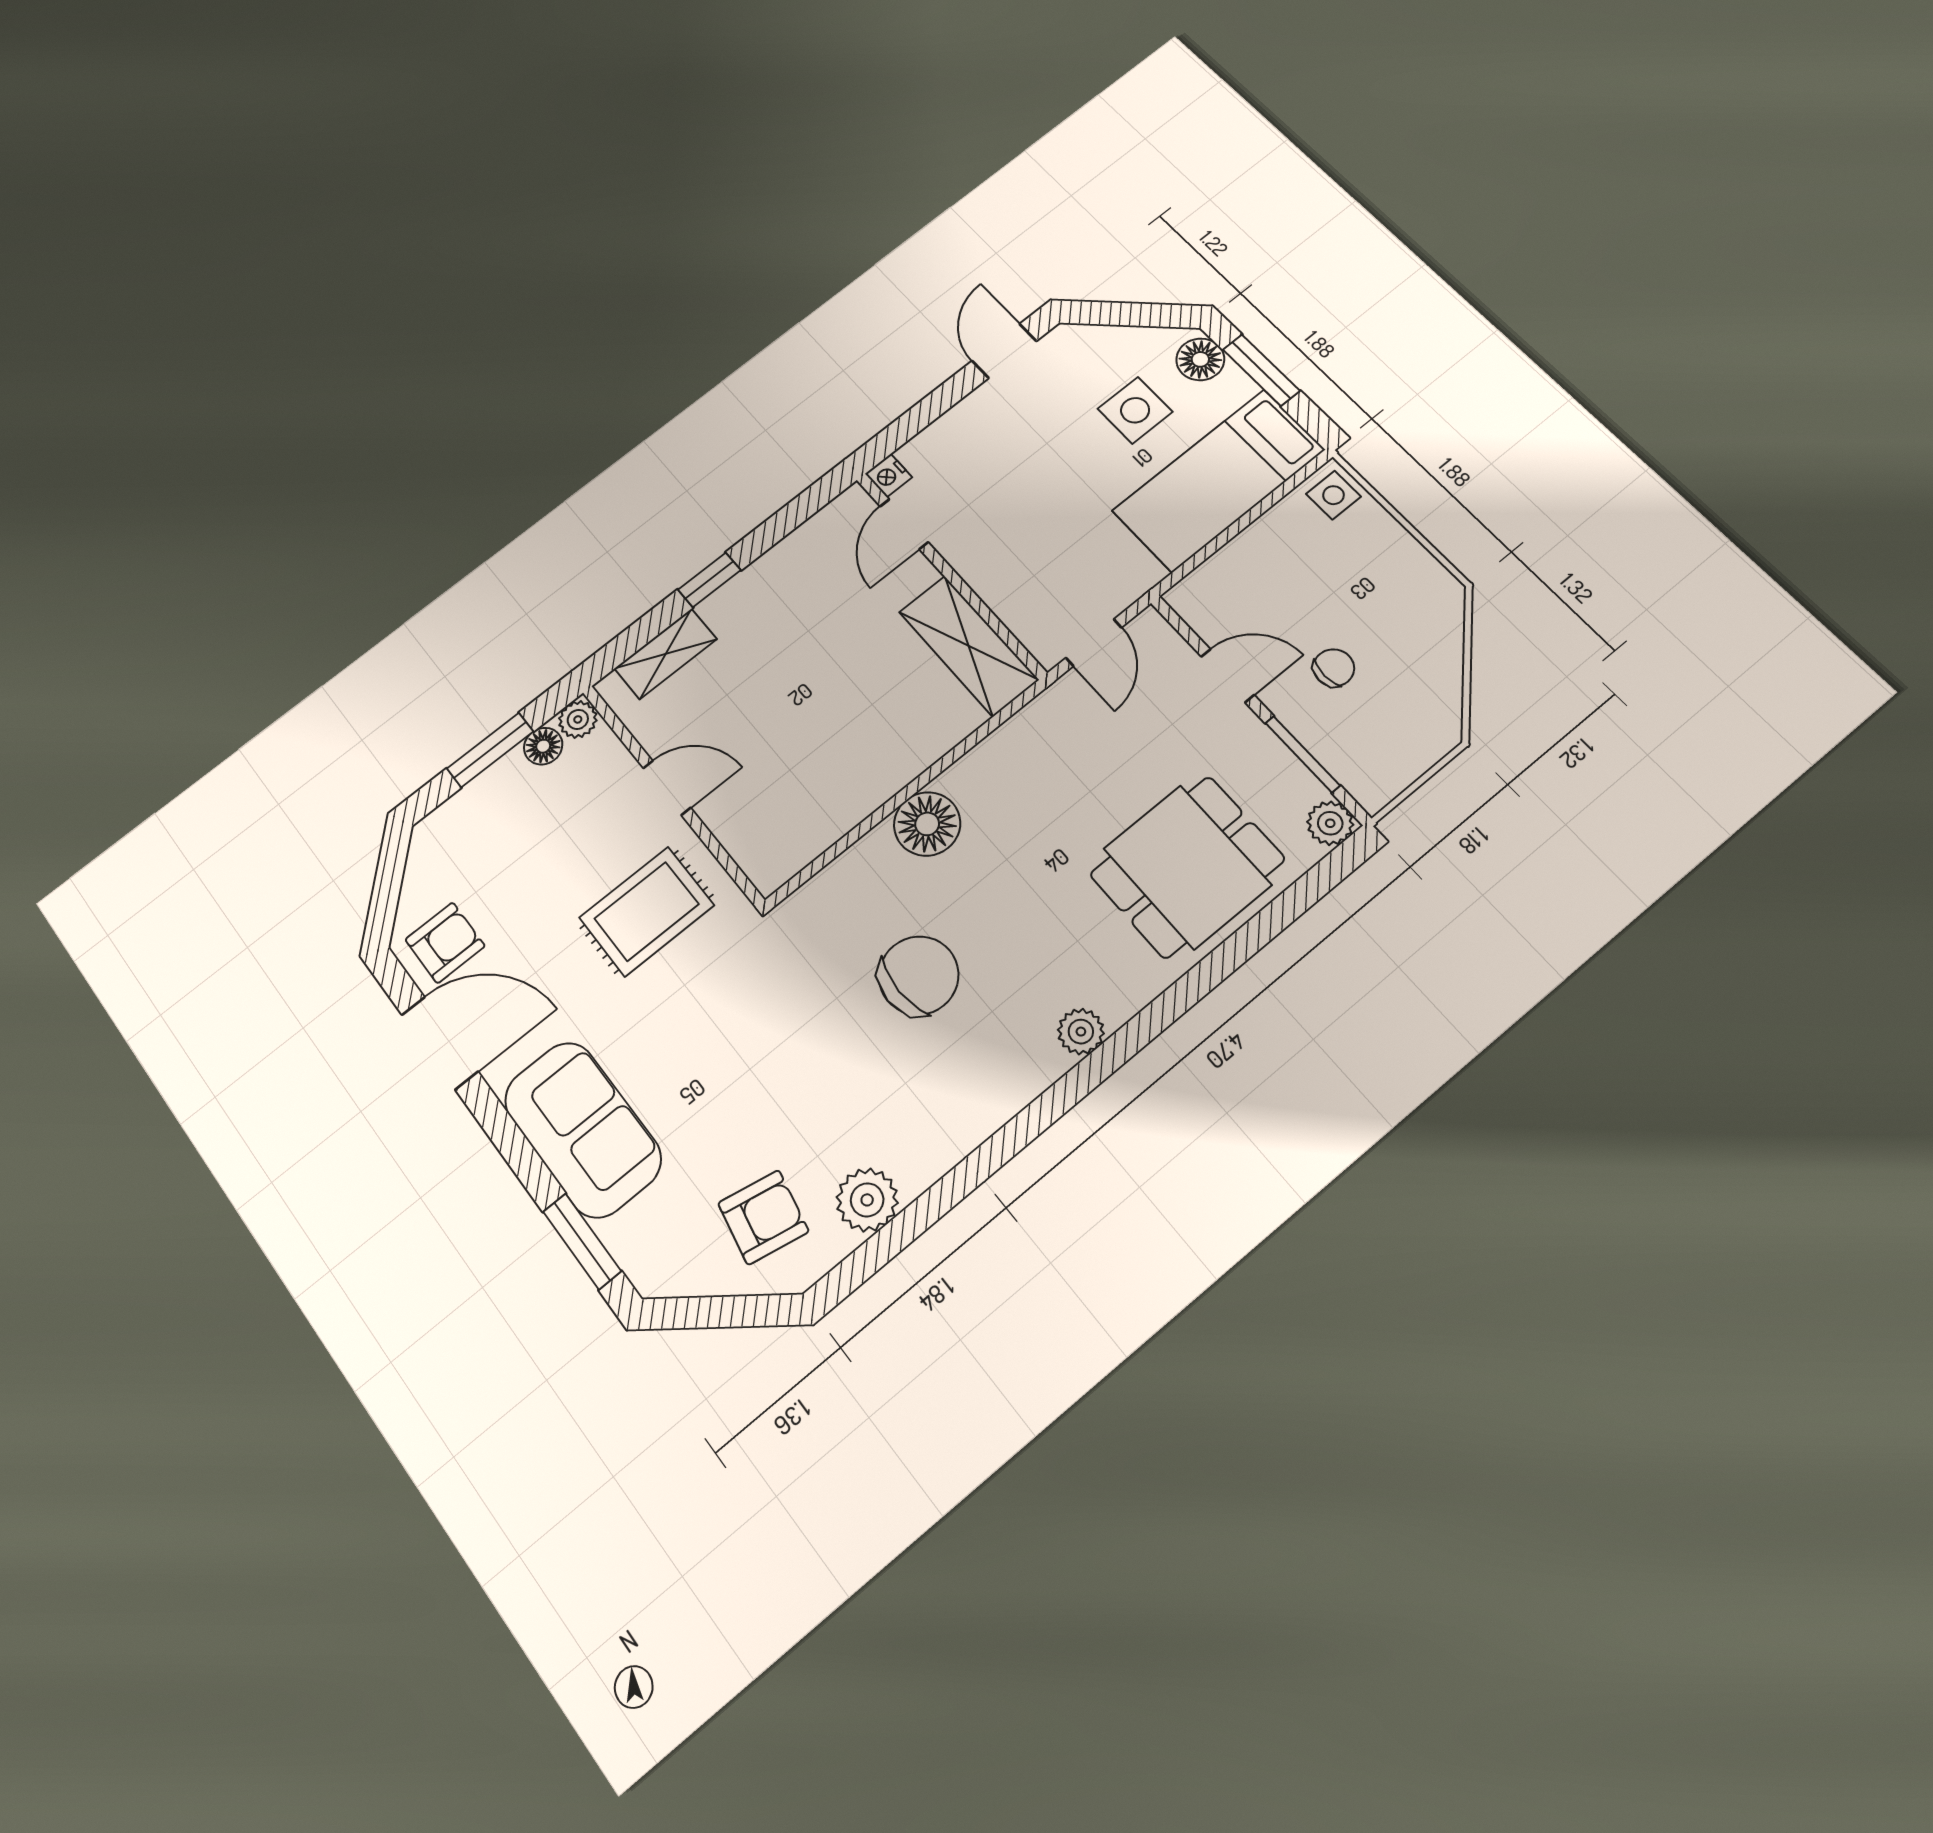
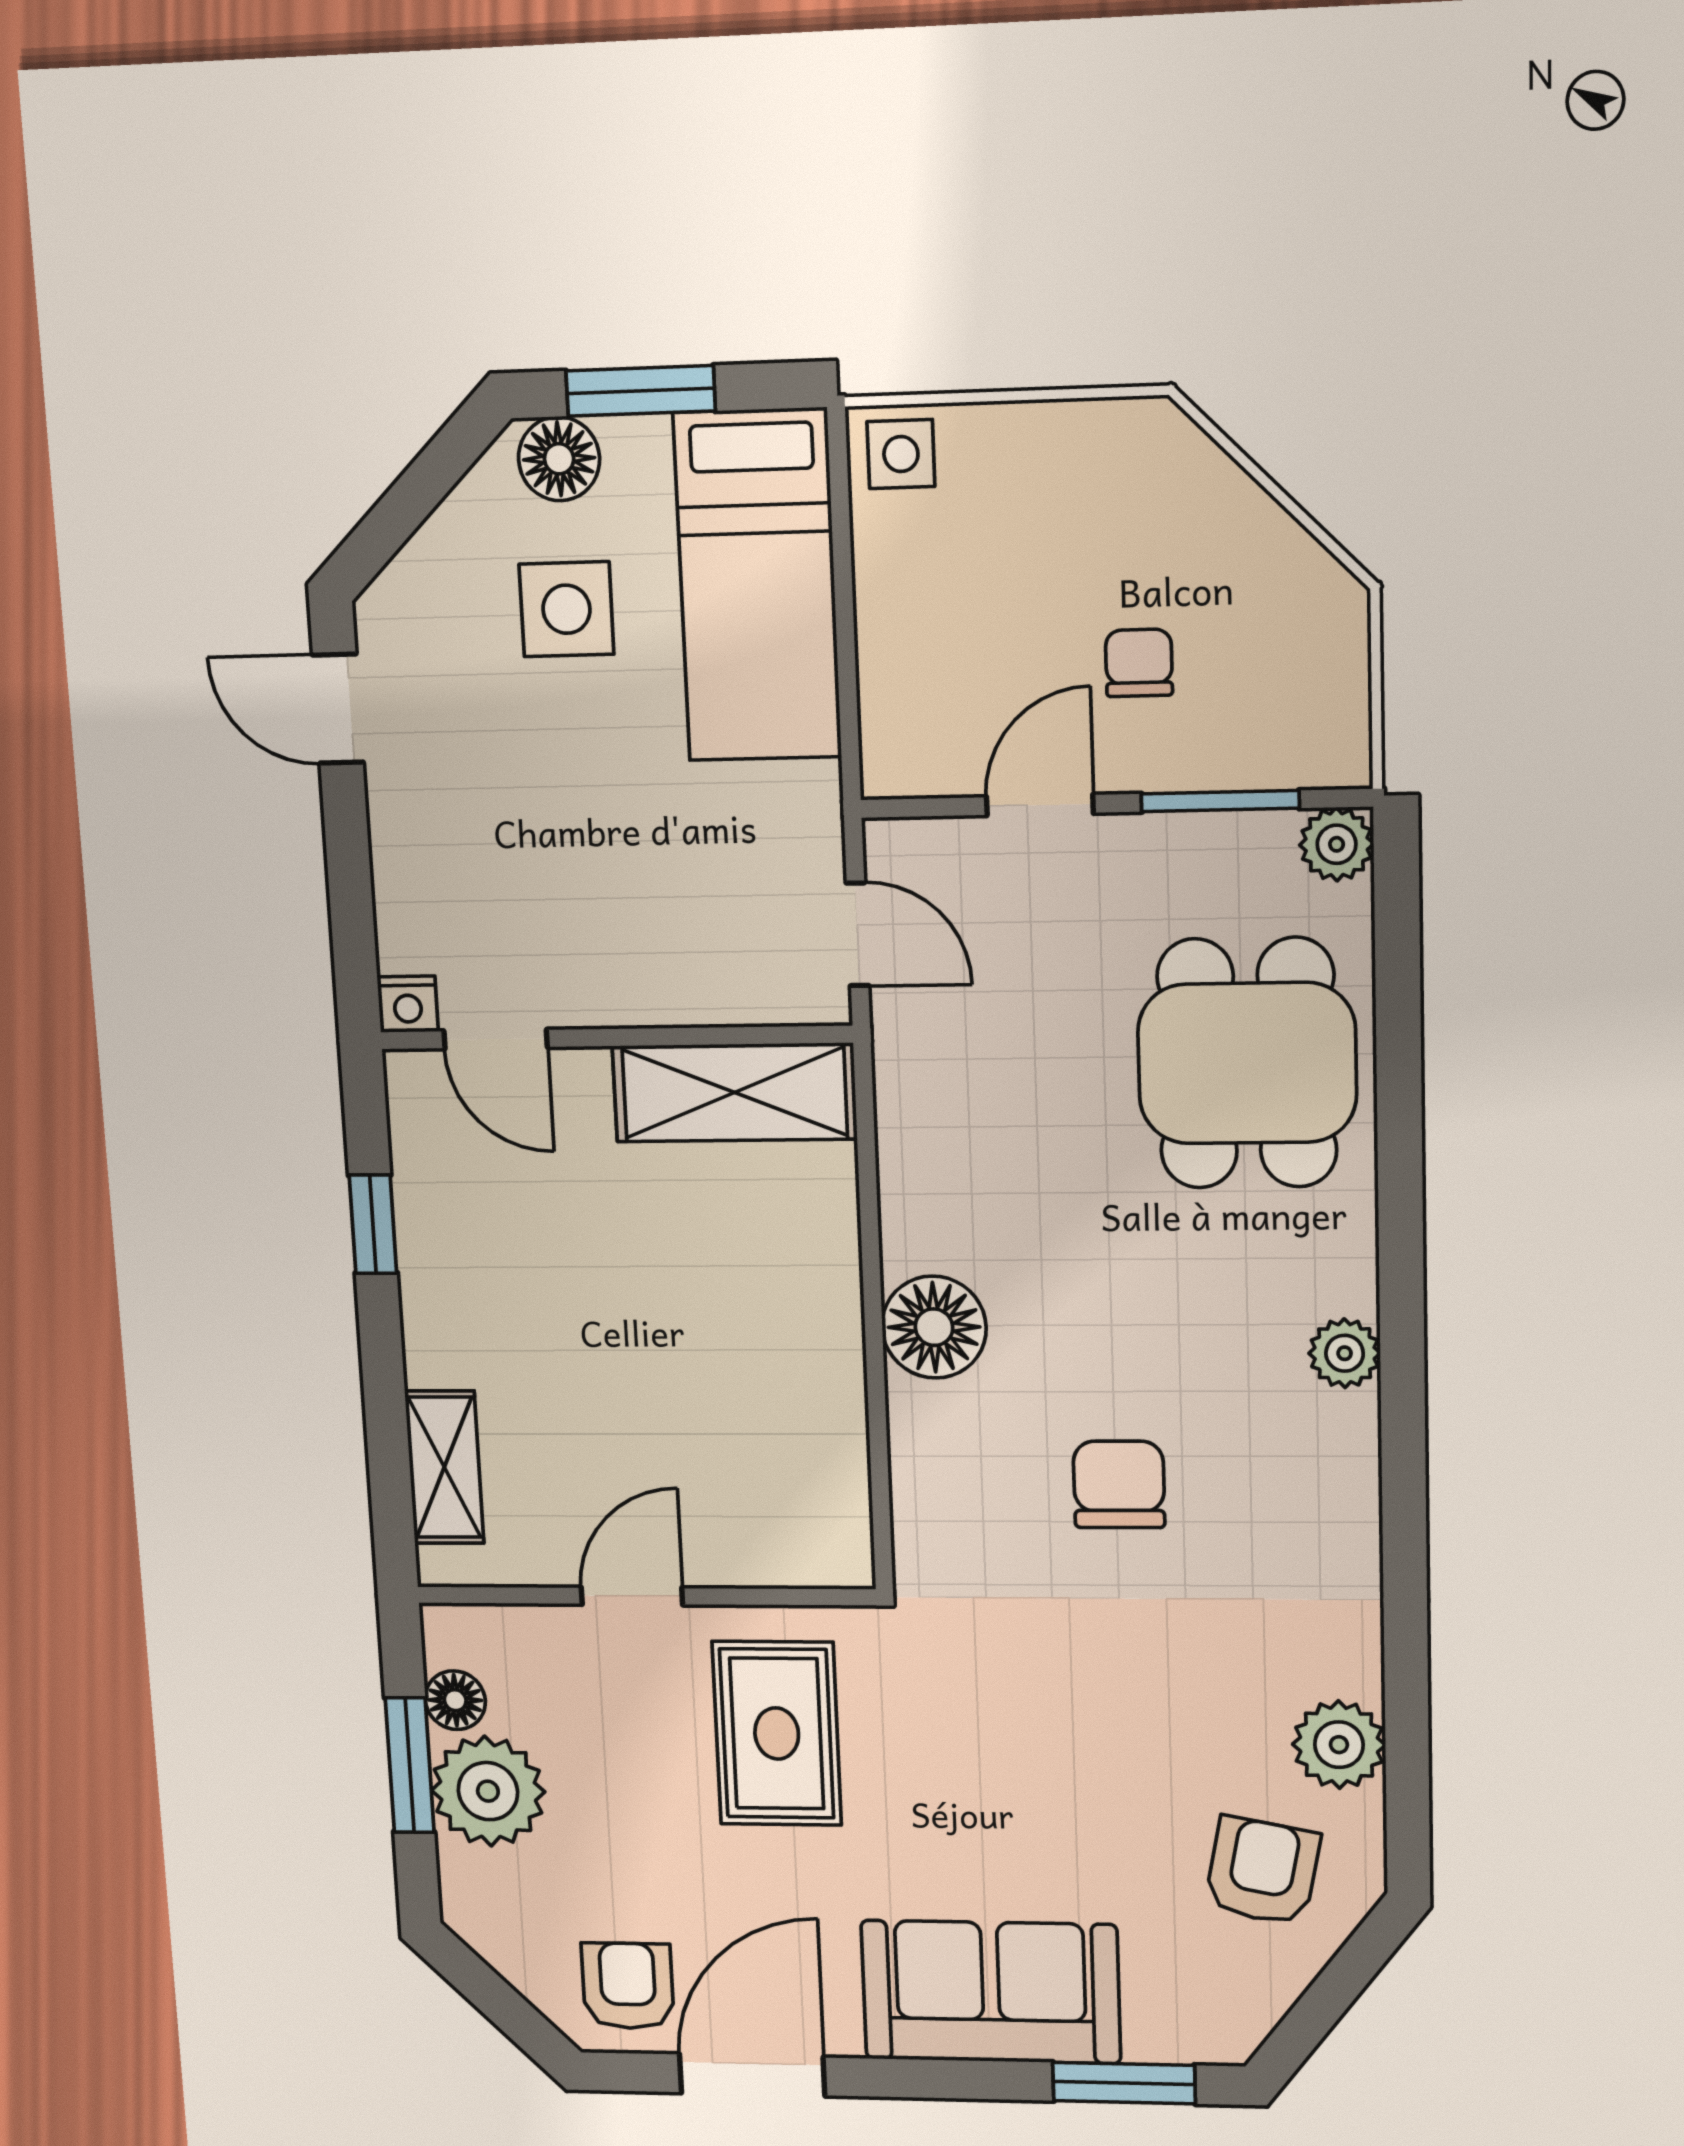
window: (709, 580) -> (373, 1224), moved
plant: (578, 719) -> (488, 1791), moved, width x1.87, depth x1.87
chair: (919, 975) -> (1119, 1484), width x0.73, depth x0.73

